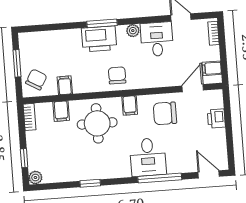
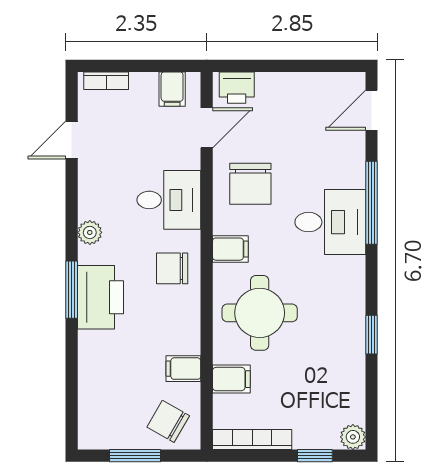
desk: (157, 39) -> (169, 200), moved, turned 180
door: (193, 88) -> (207, 128), swing flipped
bookcase: (30, 117) -> (252, 439), width x1.56
printer: (216, 118) -> (237, 88), moved

